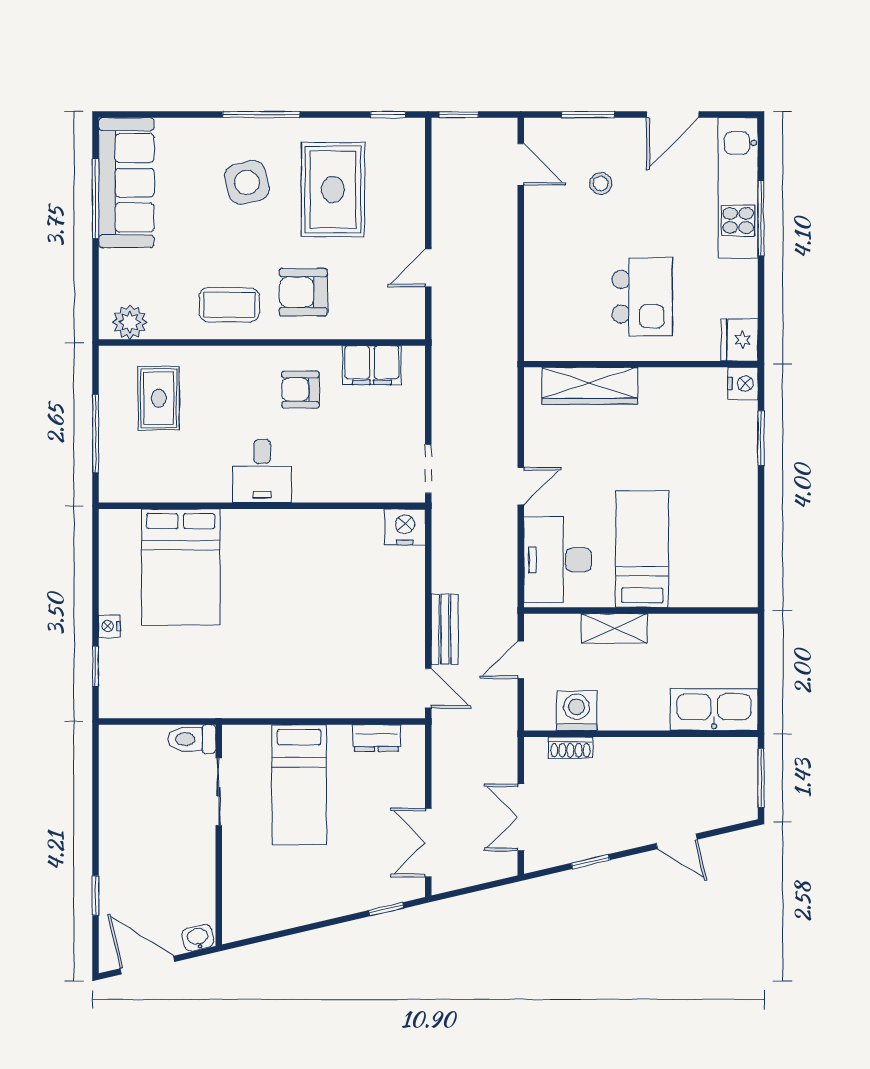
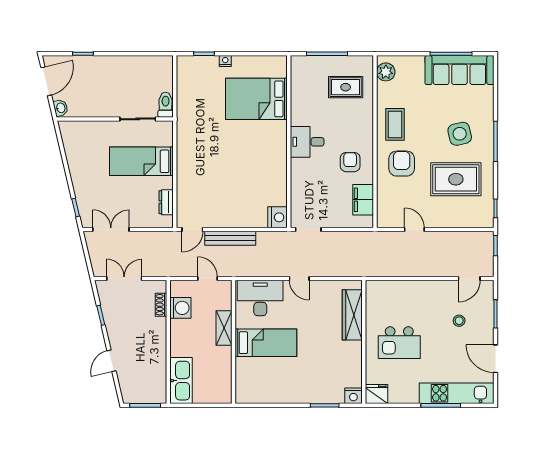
bench: (445, 629) -> (230, 238), width x1.36

